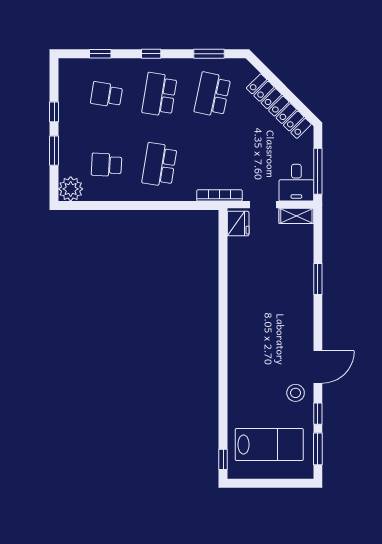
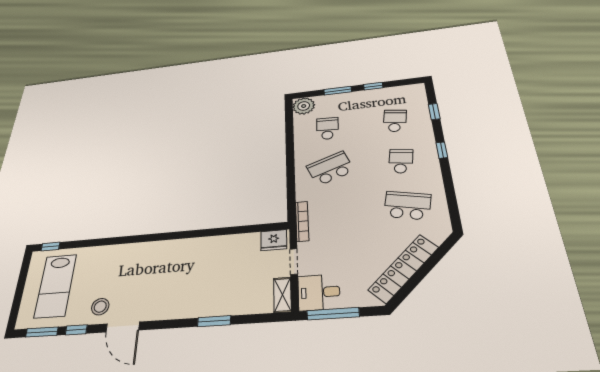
window: (209, 54) -> (451, 198), removed
school desk: (159, 95) -> (401, 161), width x0.54
school desk: (159, 165) -> (330, 168), turned -30

